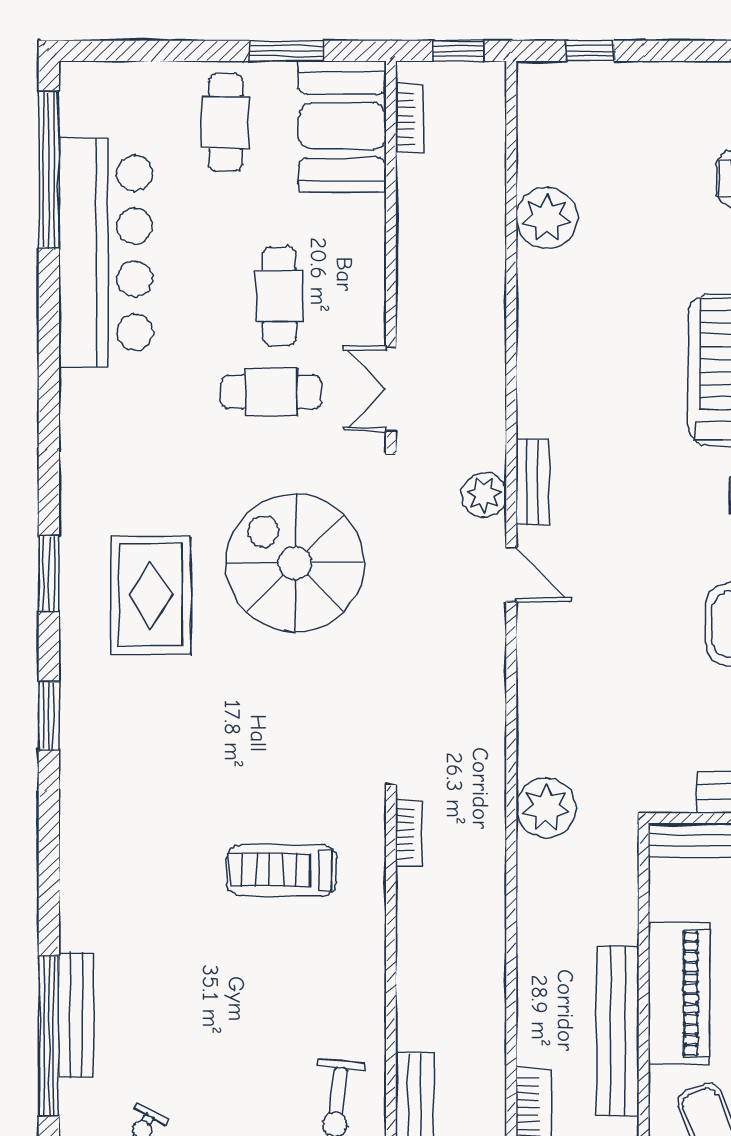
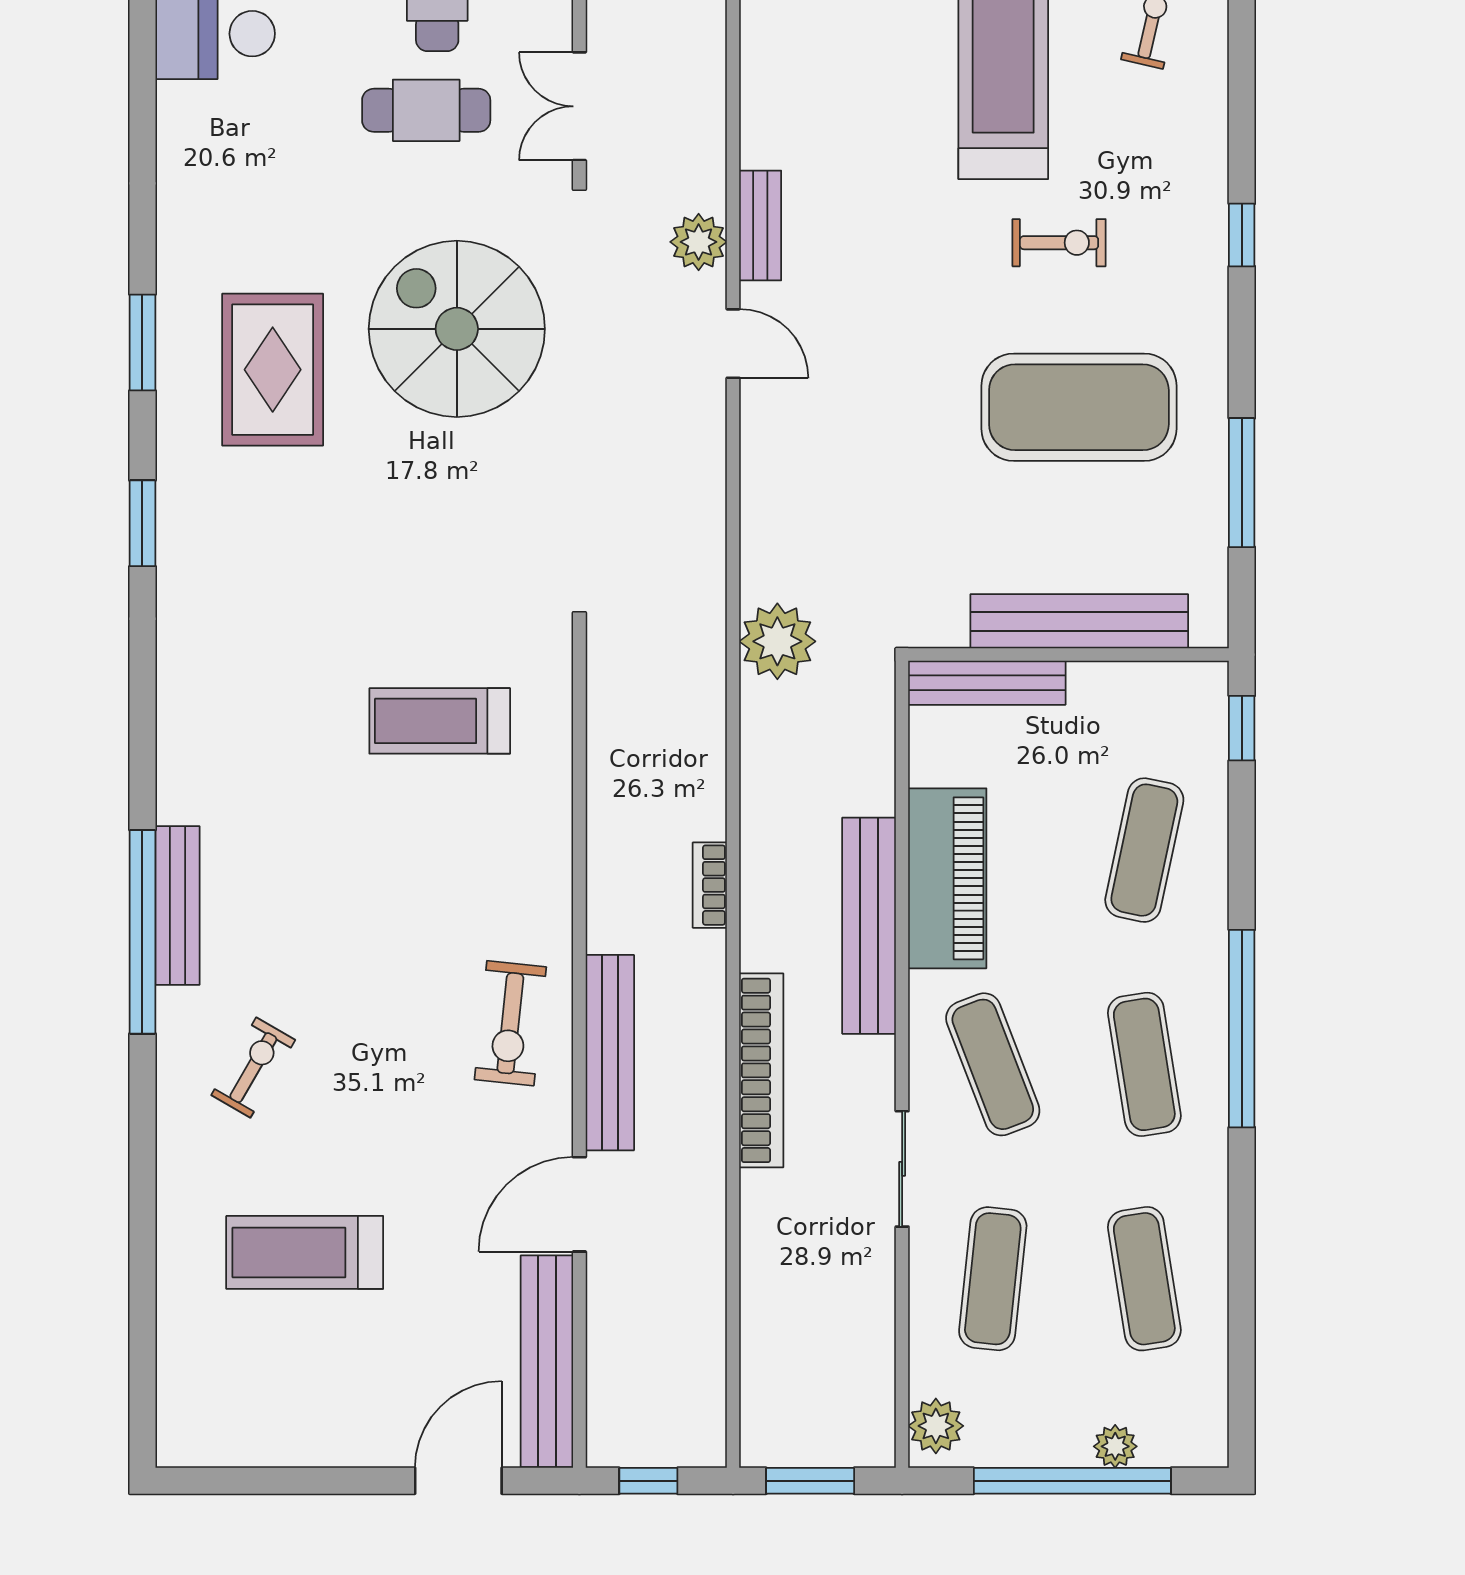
bookcase: (409, 833) -> (710, 885), moved, turned 180

